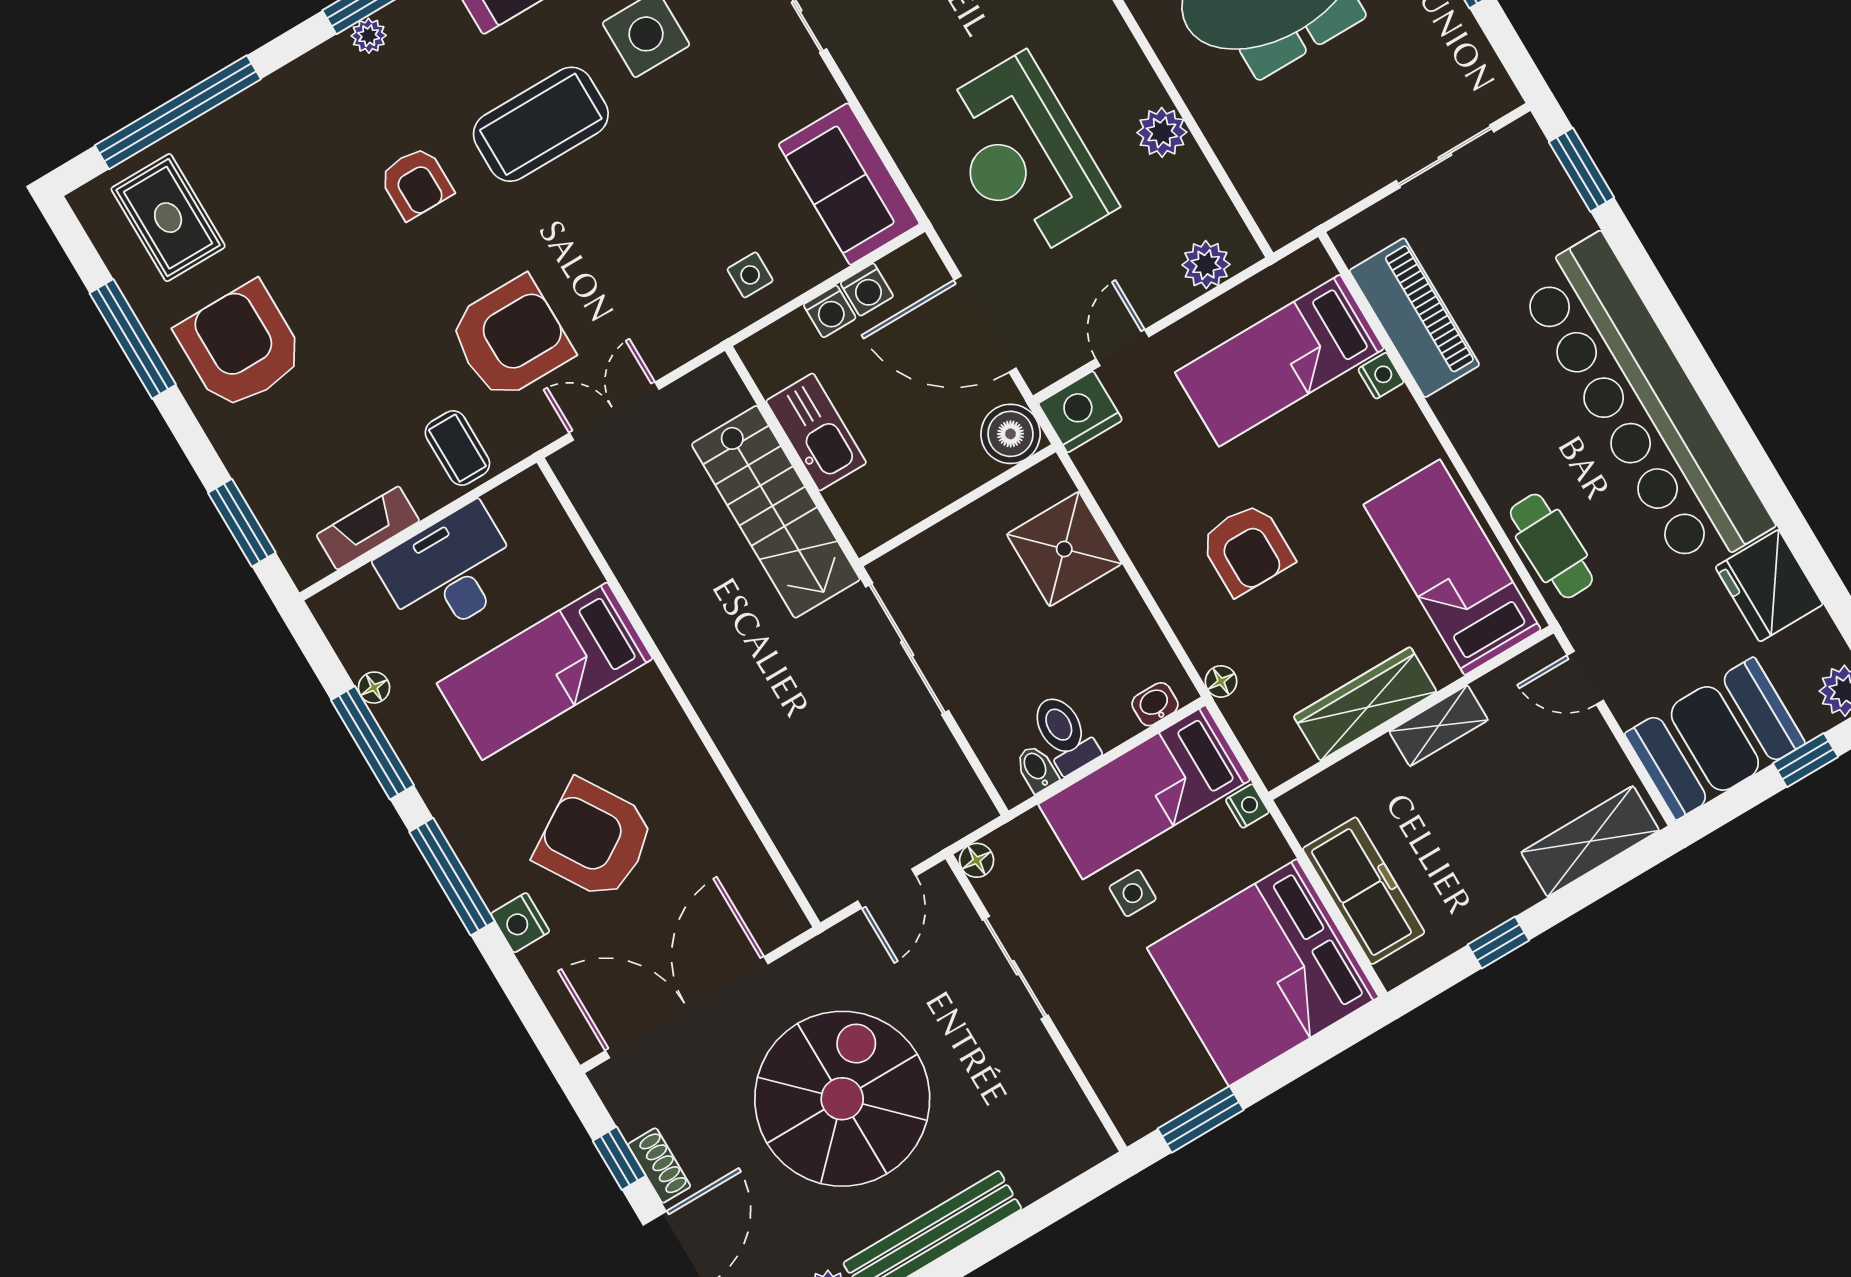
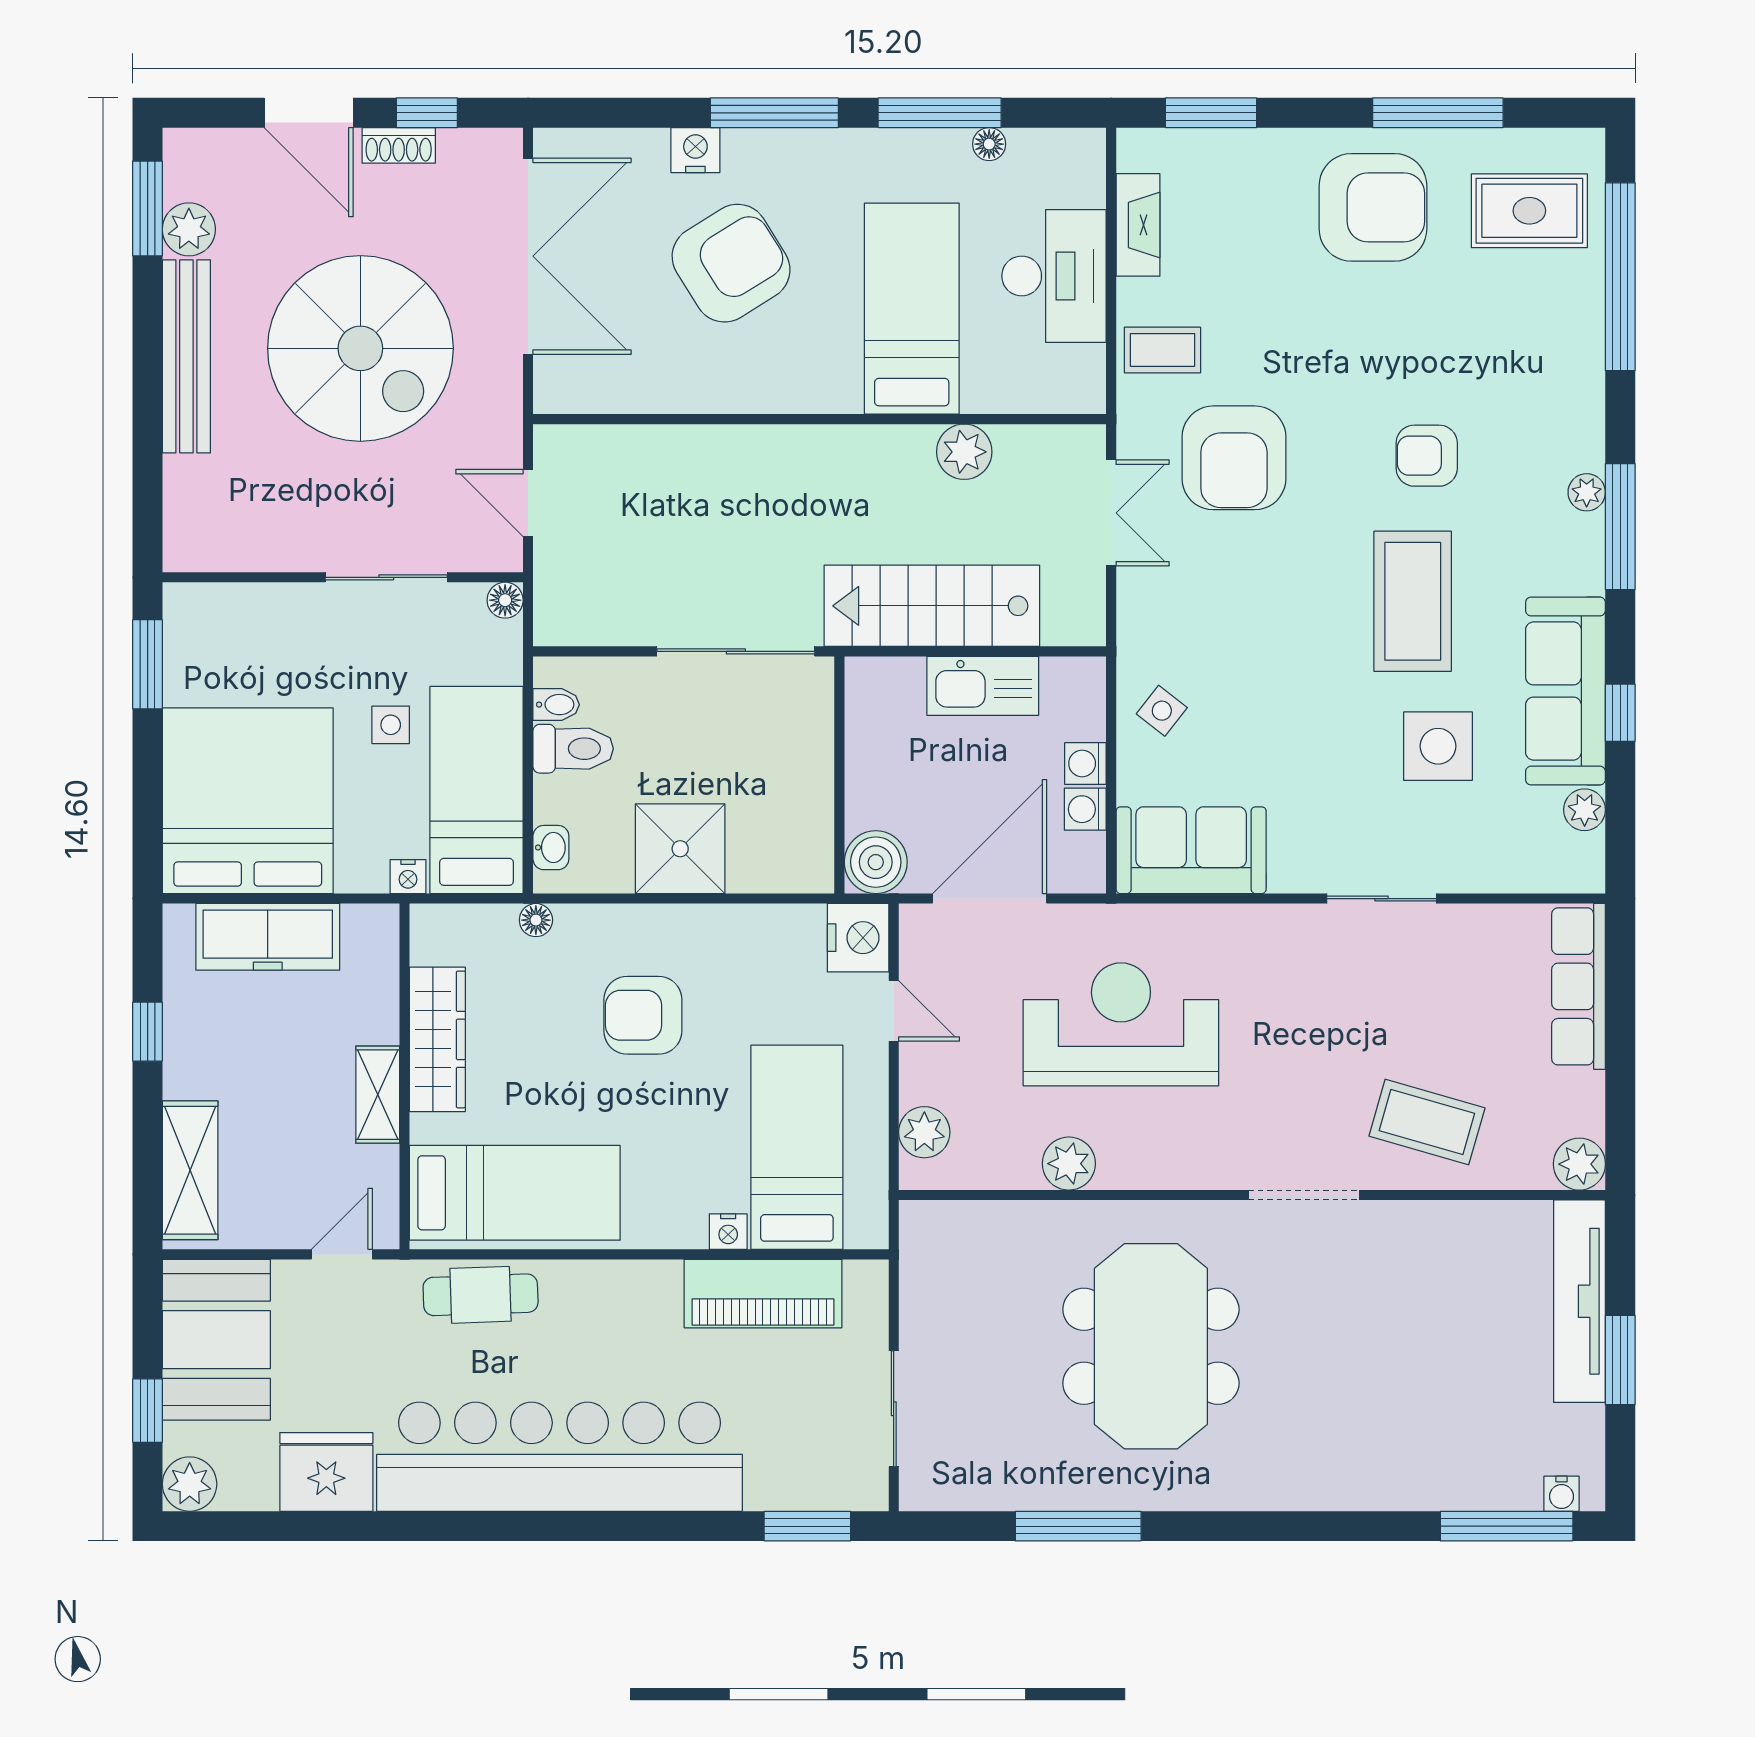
side table: (750, 275) -> (1162, 711), turned 38
shower: (1064, 549) -> (680, 849), moved
plant: (635, 560) -> (964, 452), added

